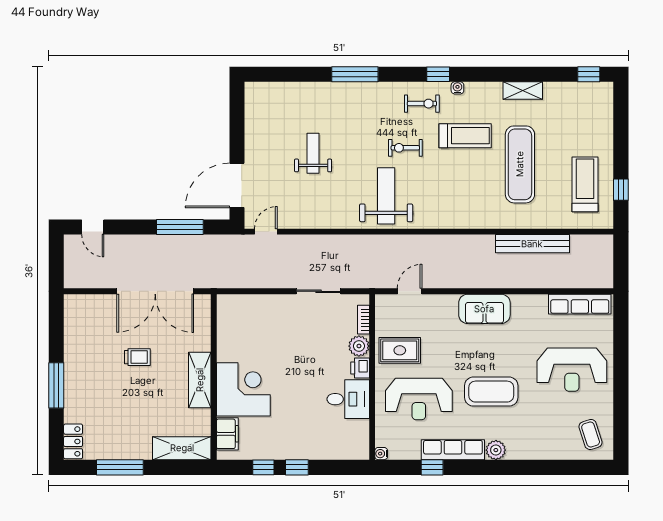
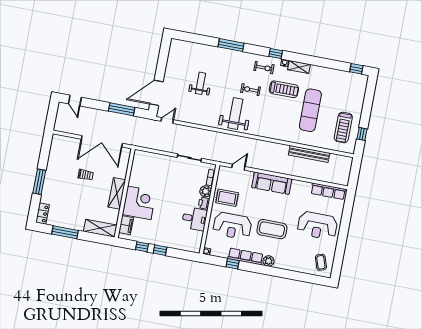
shelving: (523, 91) -> (299, 67), moved
treadmill: (585, 184) -> (343, 127), turned 180
sofa: (484, 309) -> (272, 183), width x1.36

